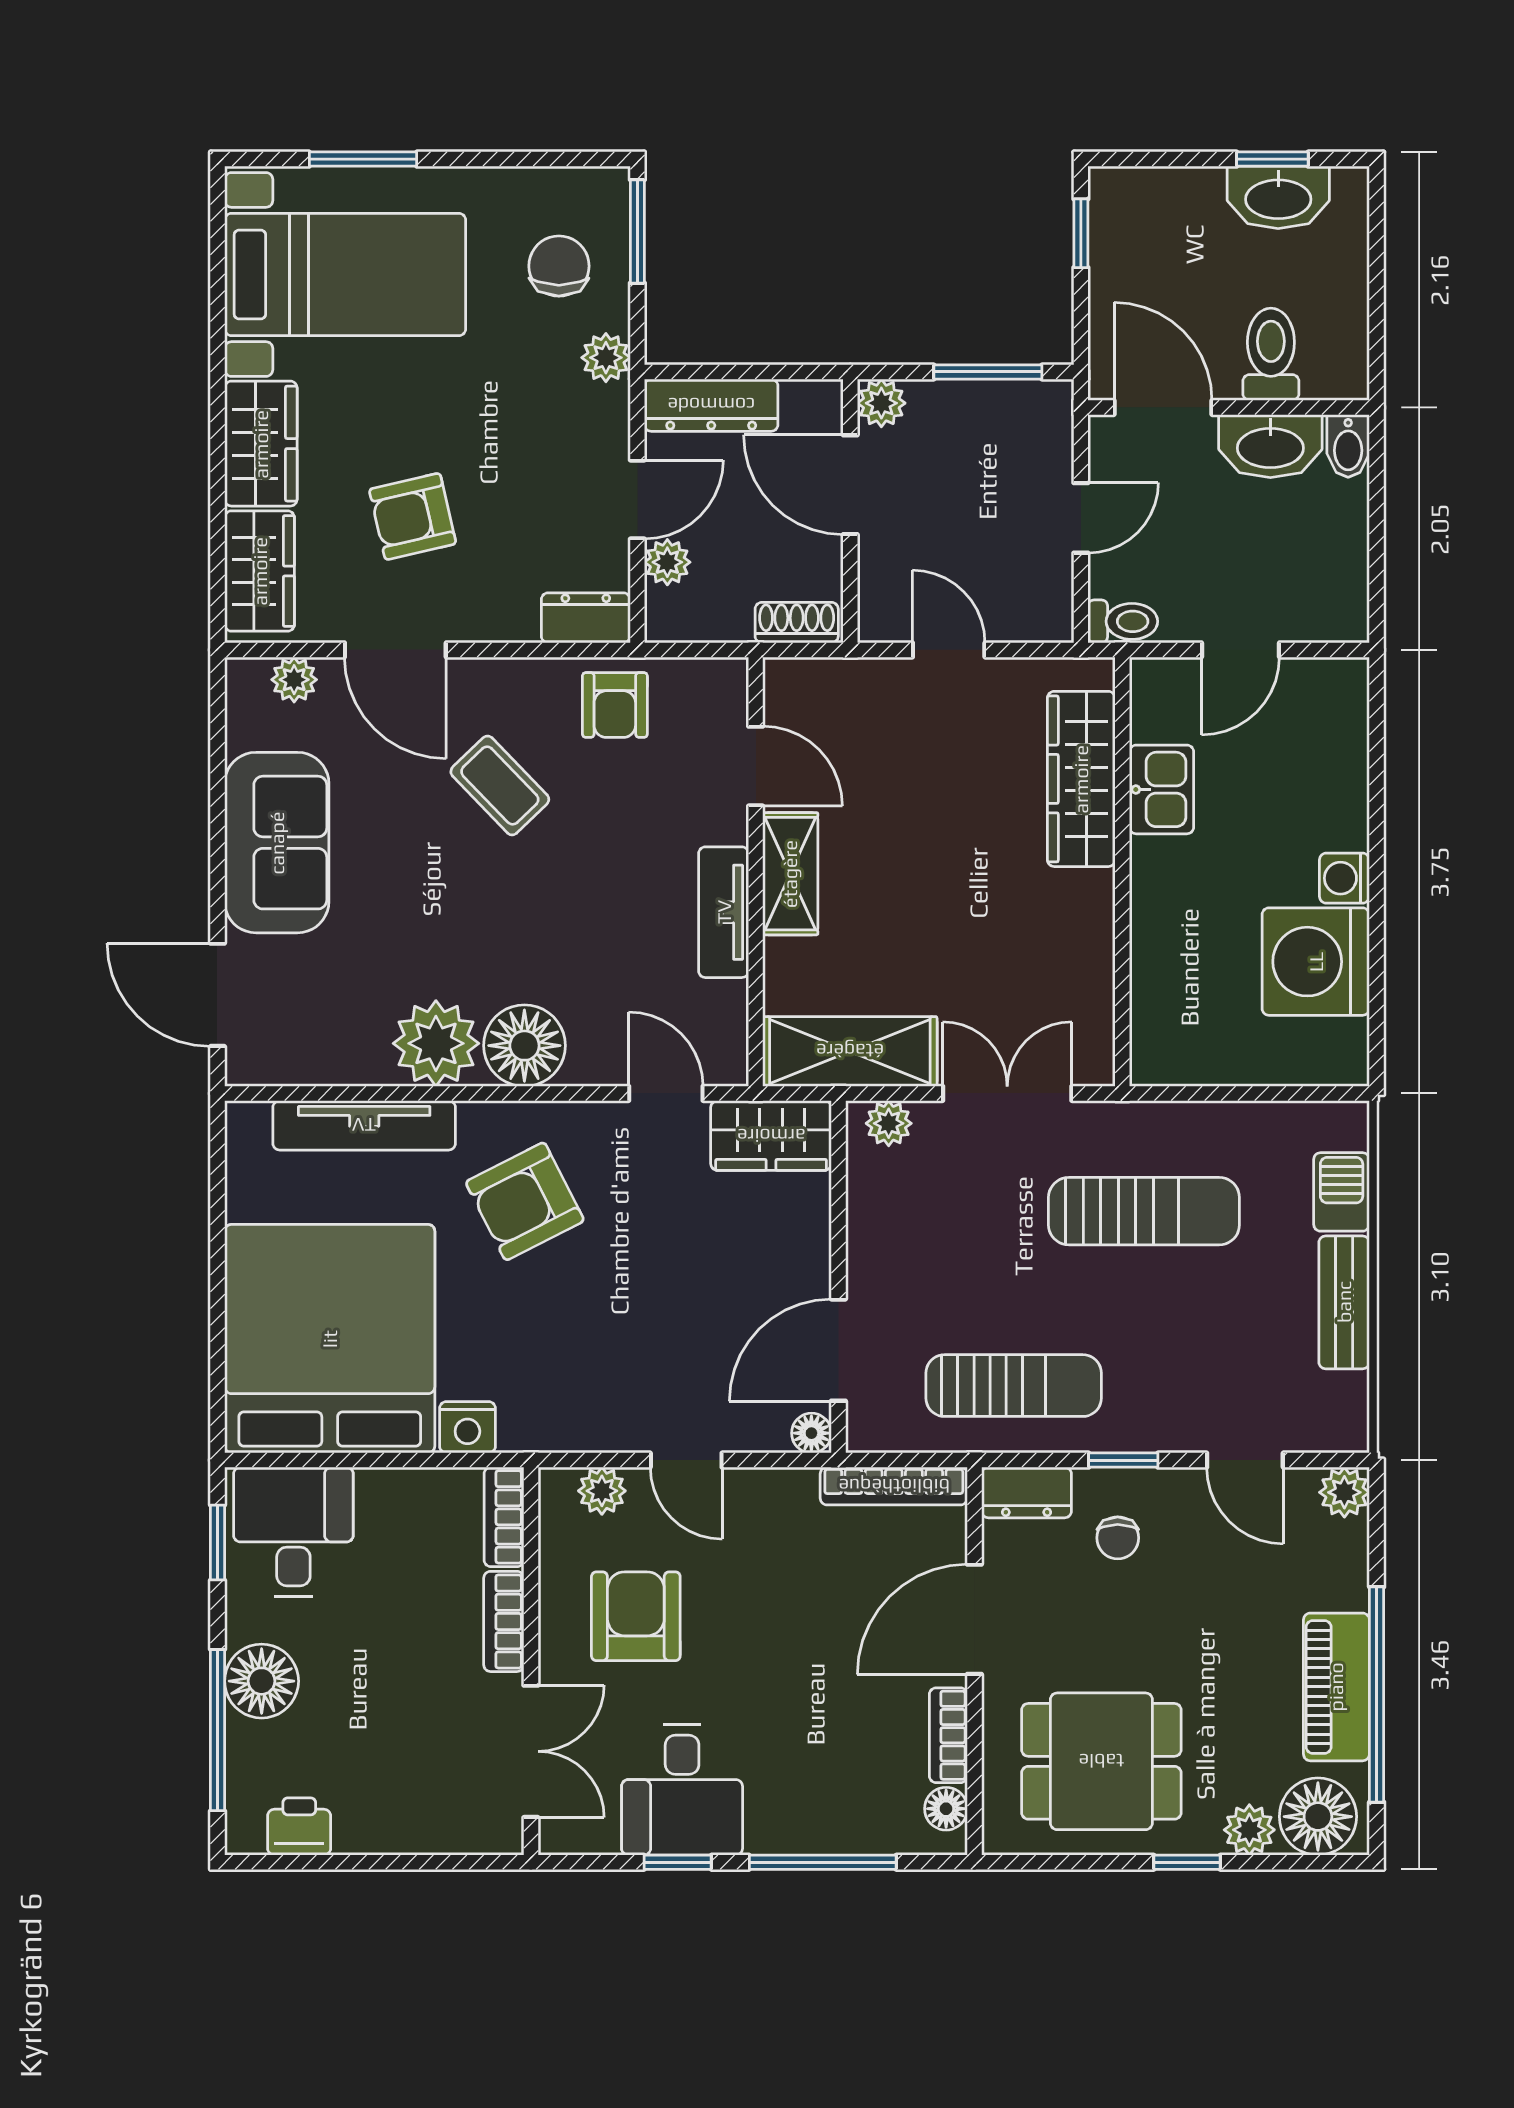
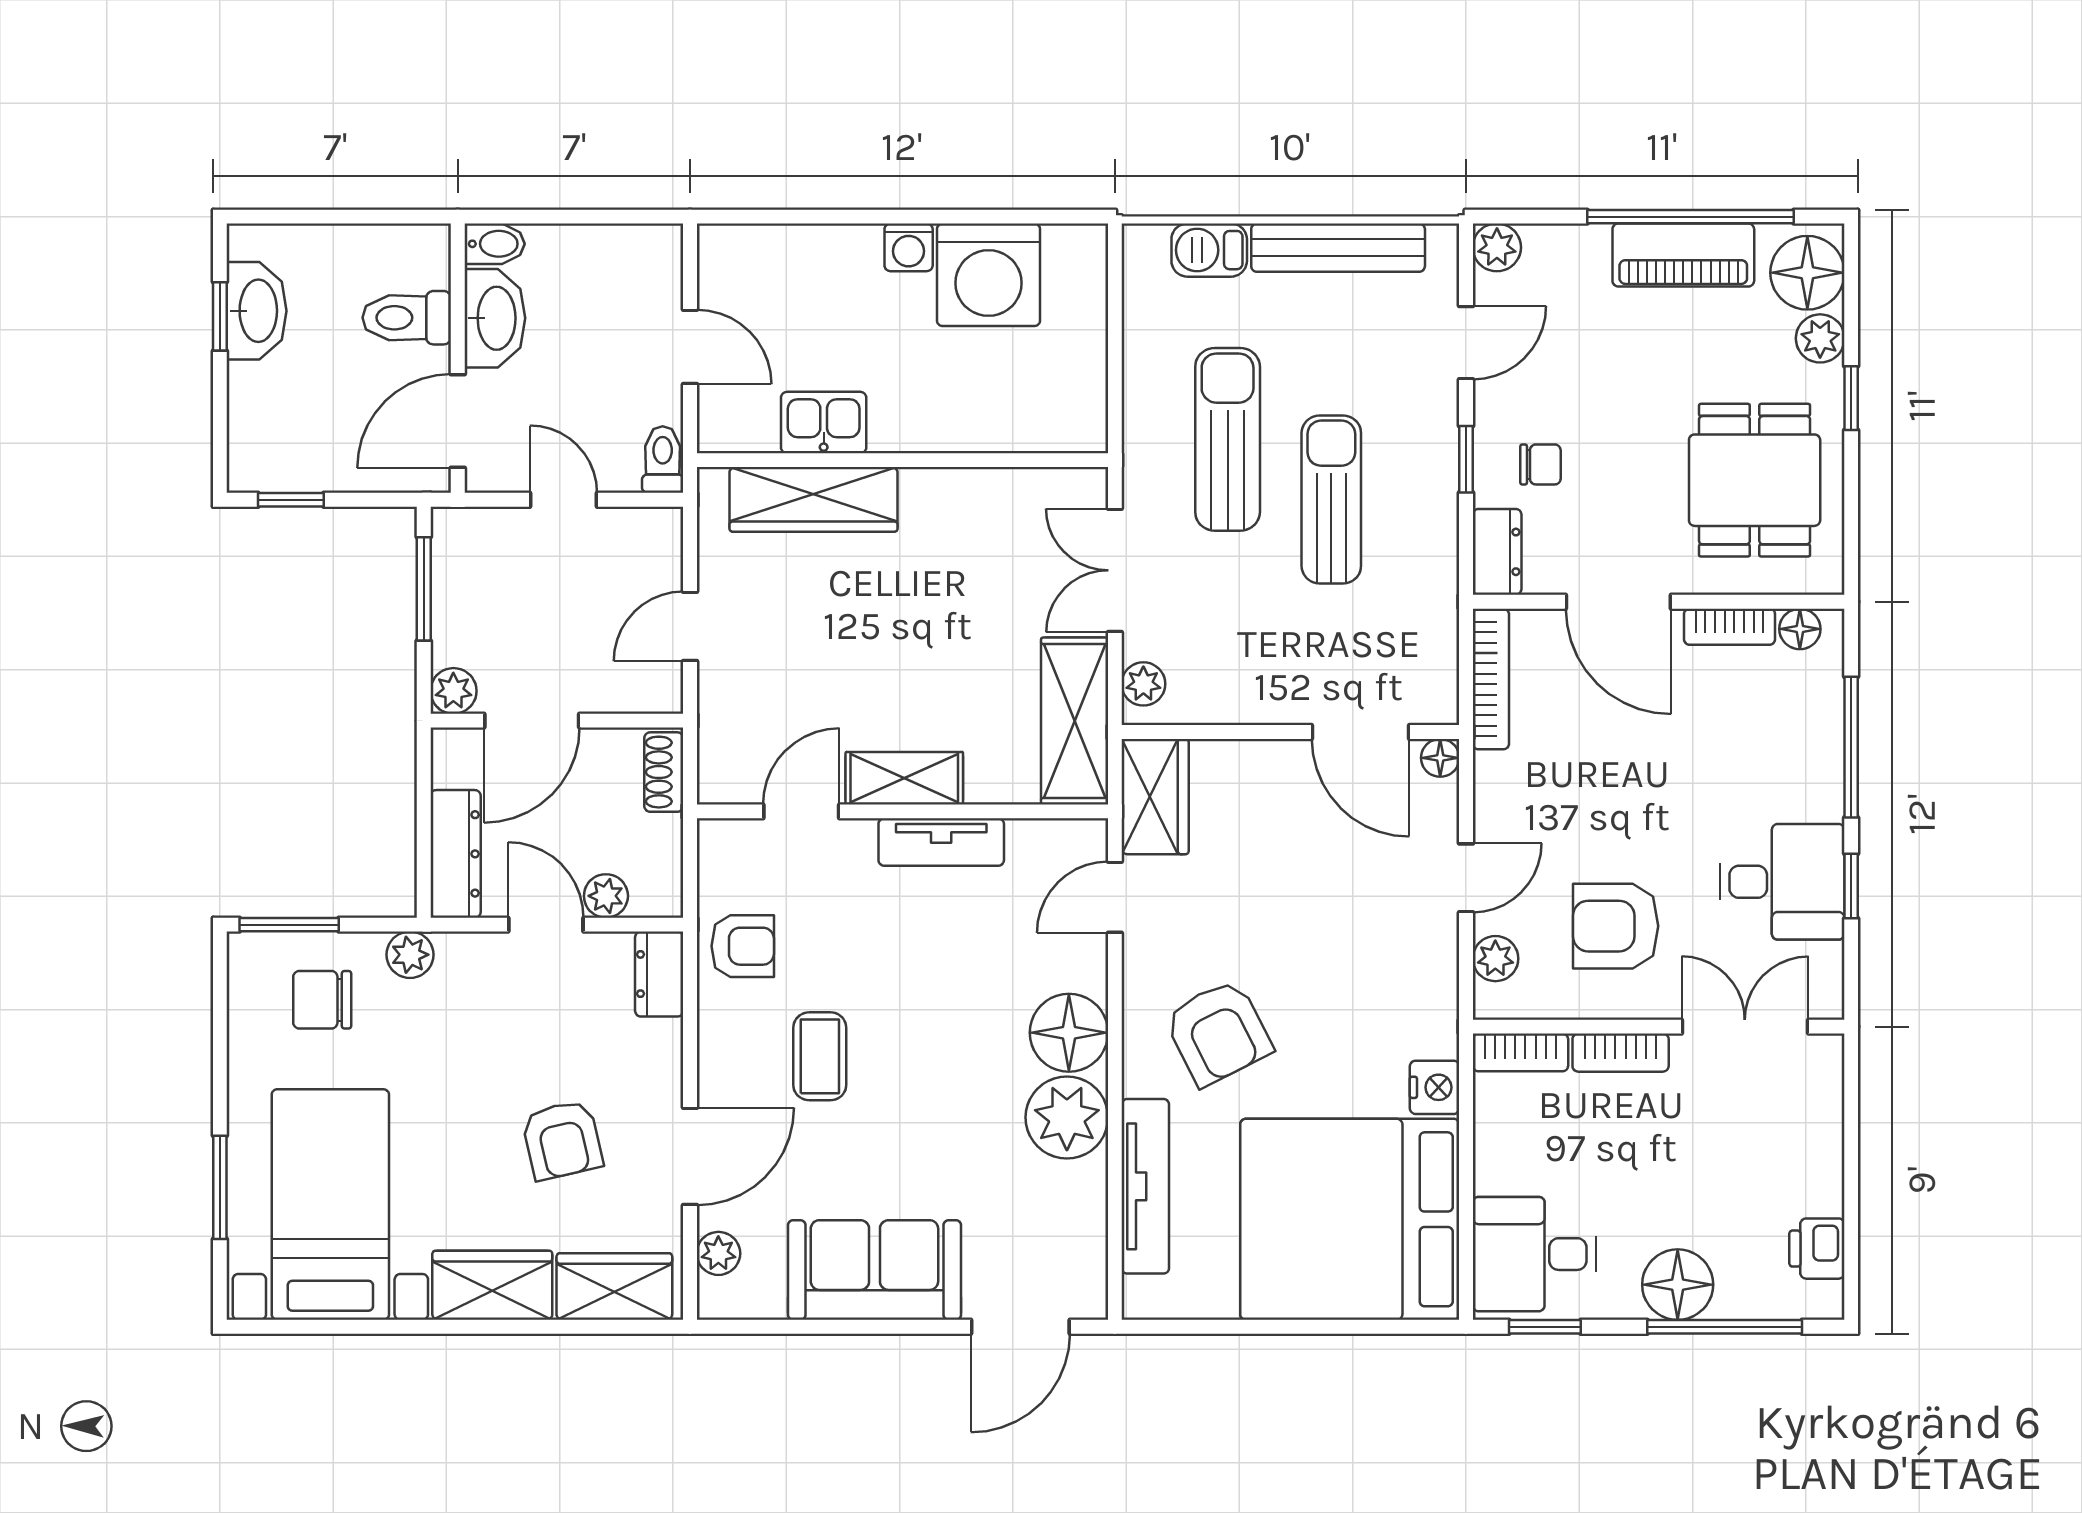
coffee table: (500, 785) -> (820, 1056), turned -46
bench: (1344, 1302) -> (1338, 248), width x1.36
sun lounger: (1014, 1386) -> (1331, 499), moved

